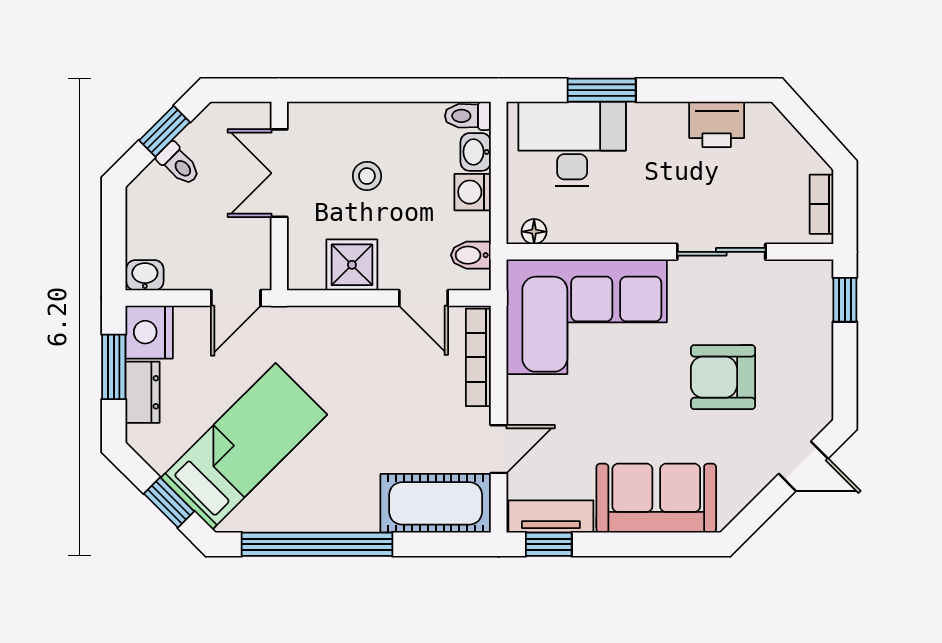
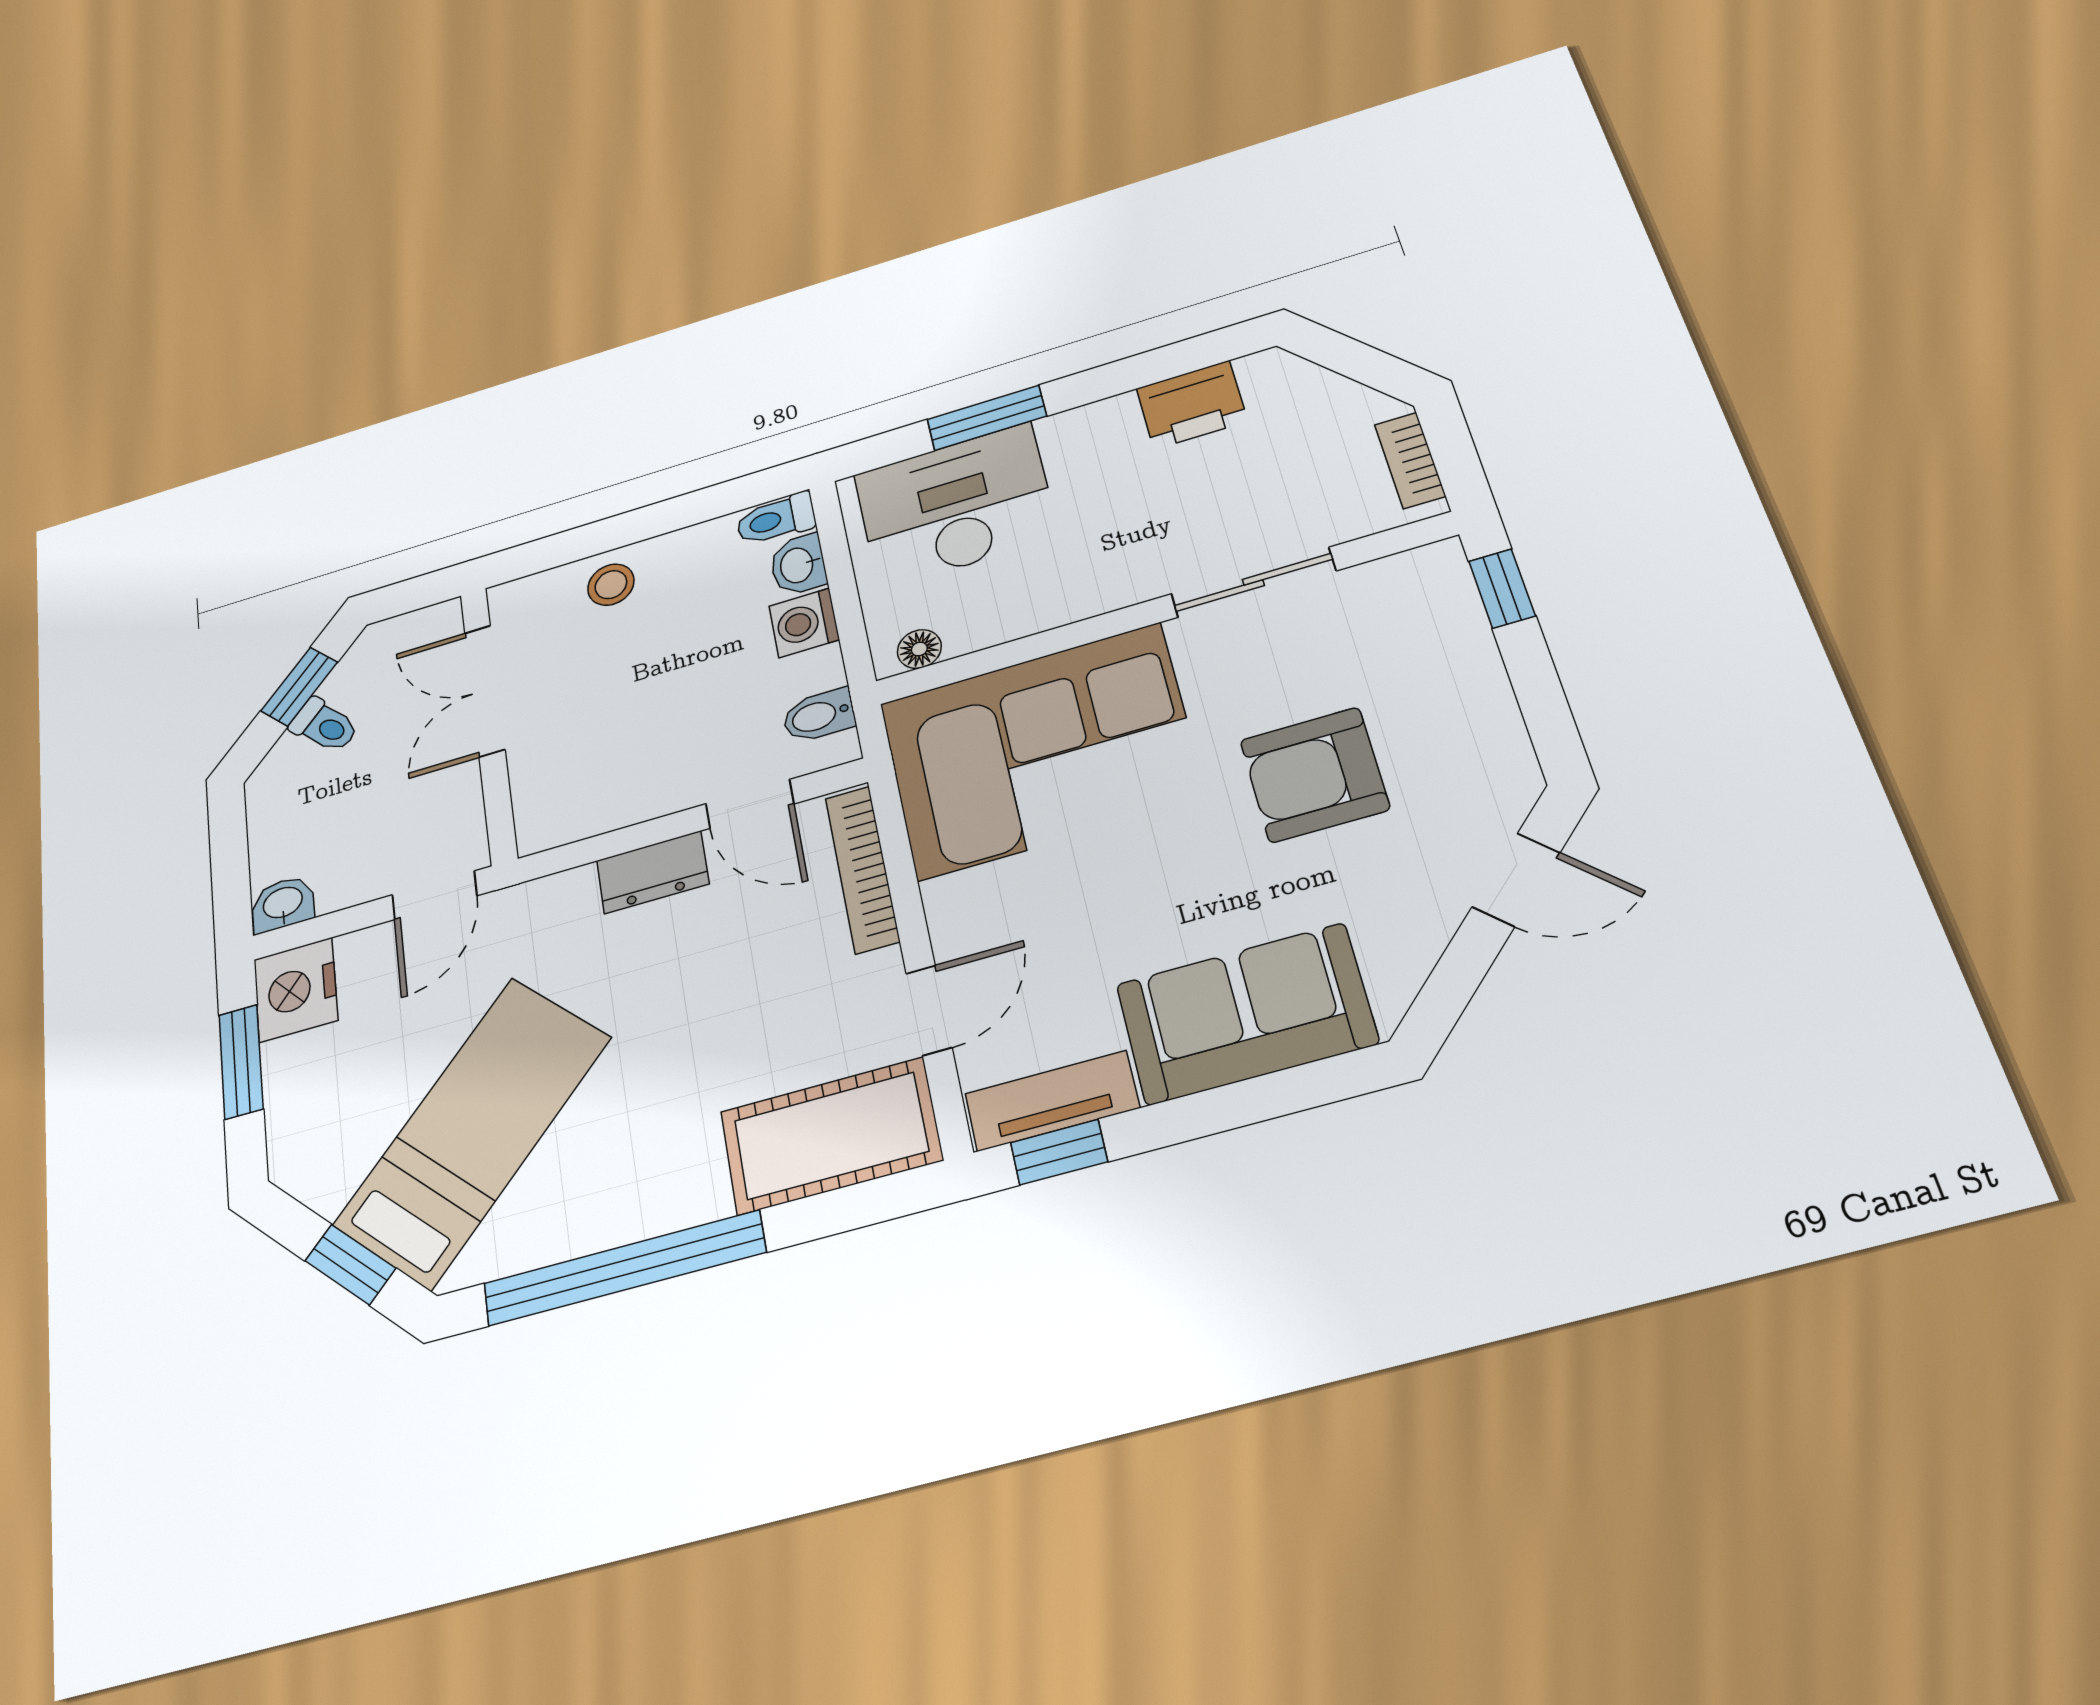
stool: (367, 176) -> (611, 585), moved
shower: (352, 265) -> (621, 789), removed
dresser: (142, 392) -> (653, 872), moved, turned 90

